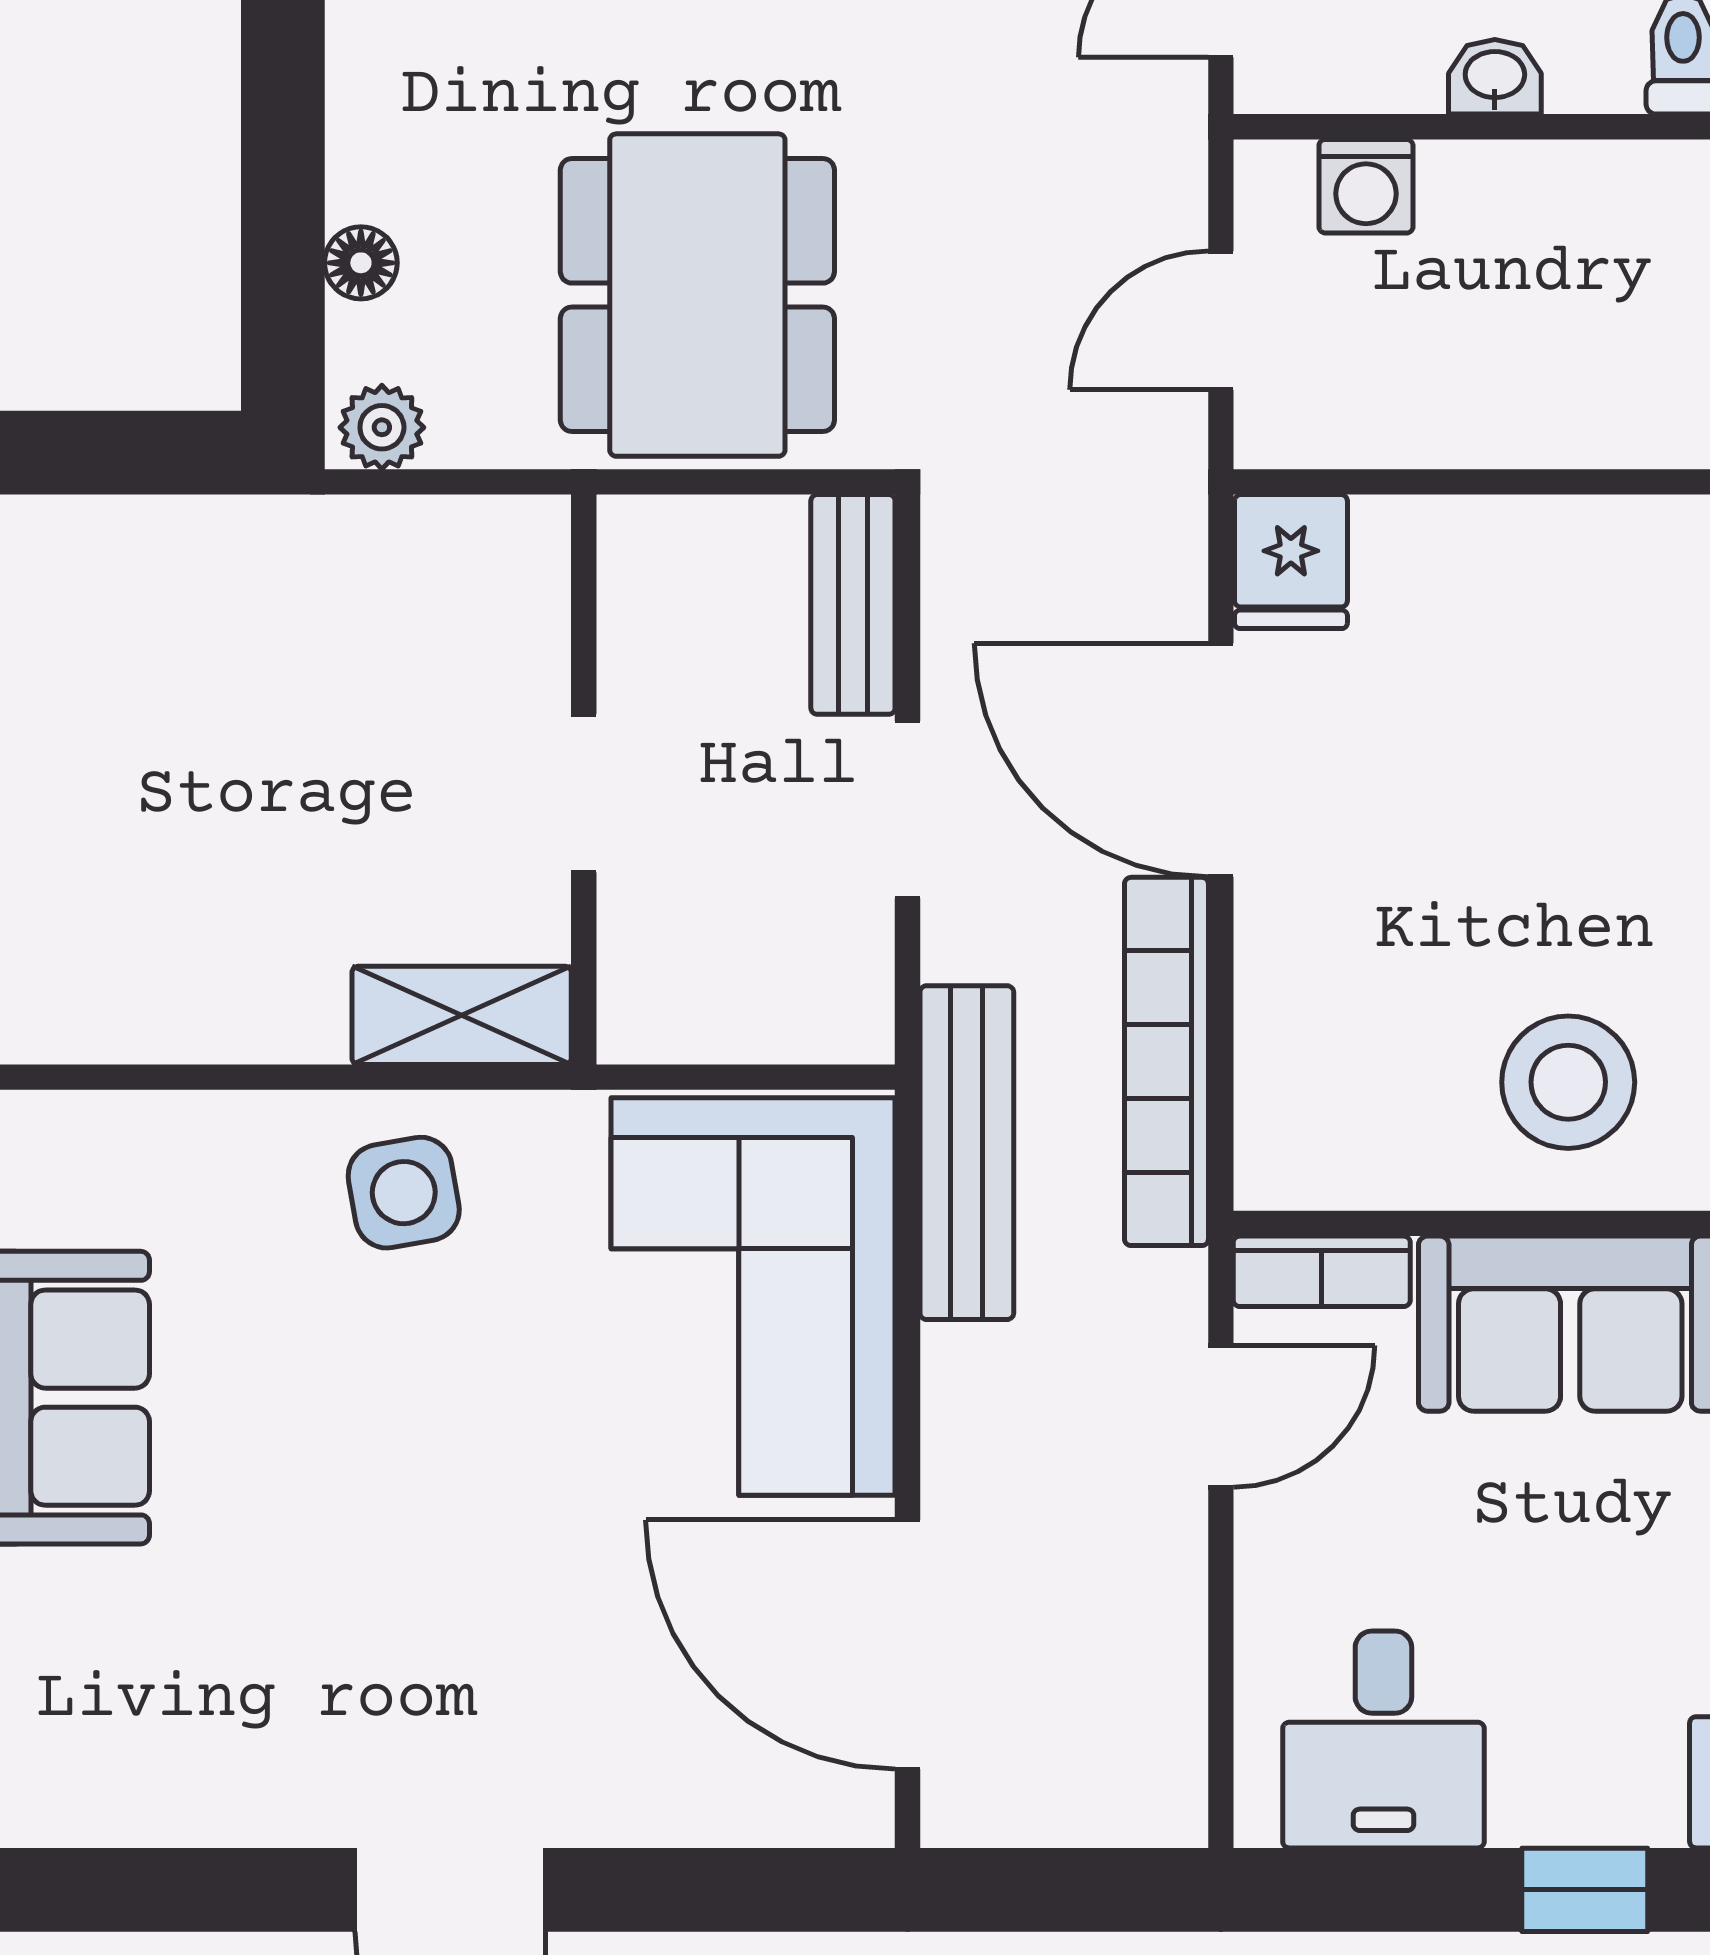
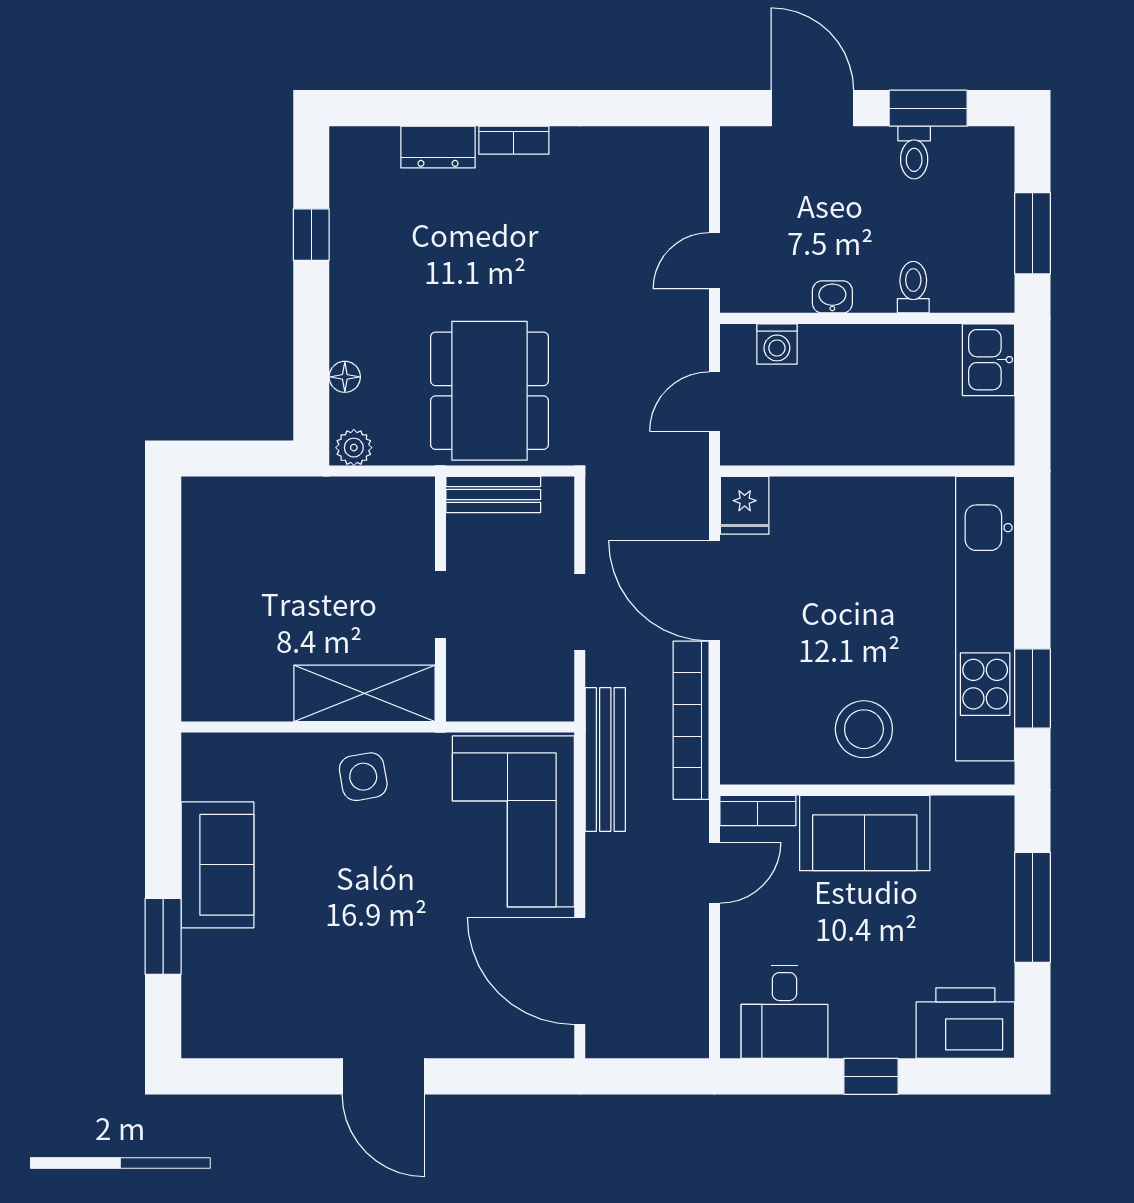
bench: (853, 604) -> (493, 495), moved, turned 90
shelving: (462, 1015) -> (365, 693), width x1.50, depth x1.33

